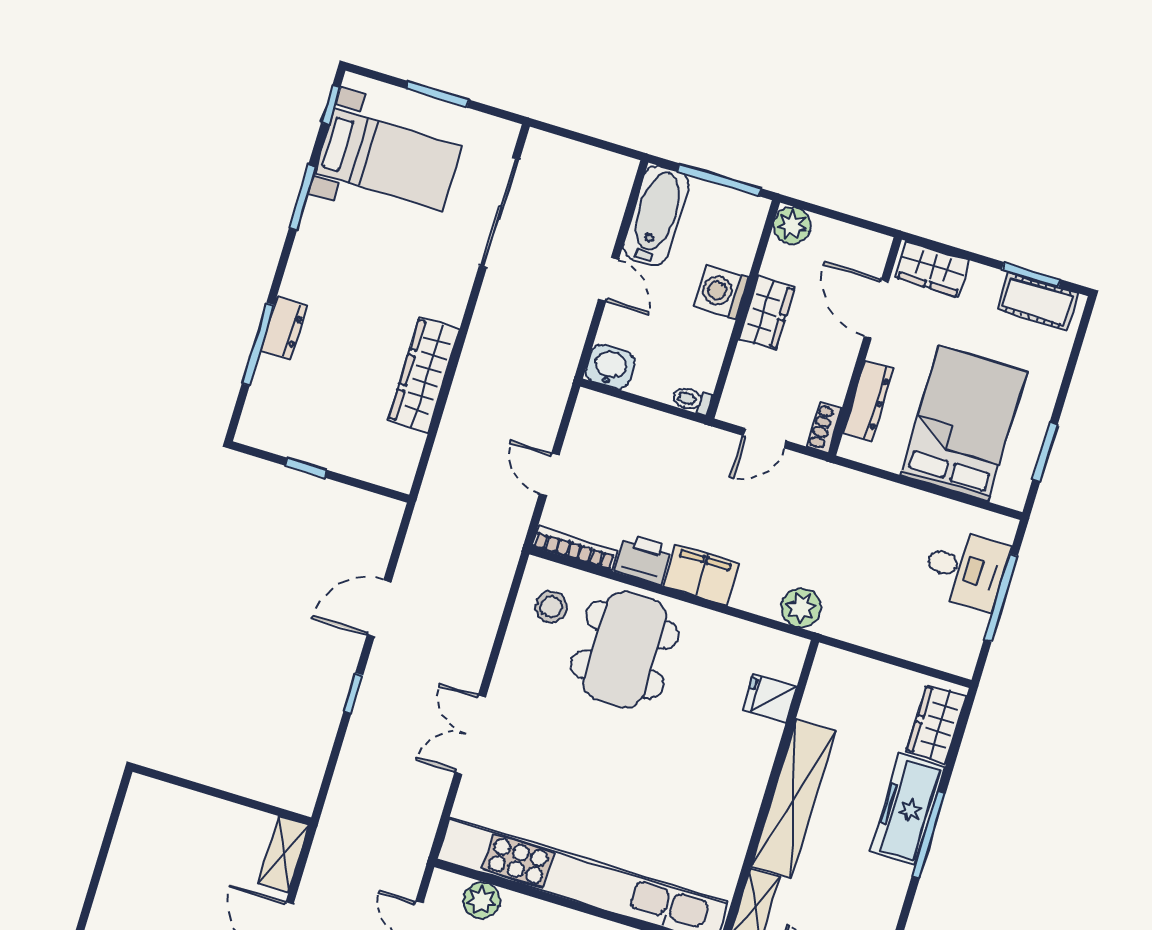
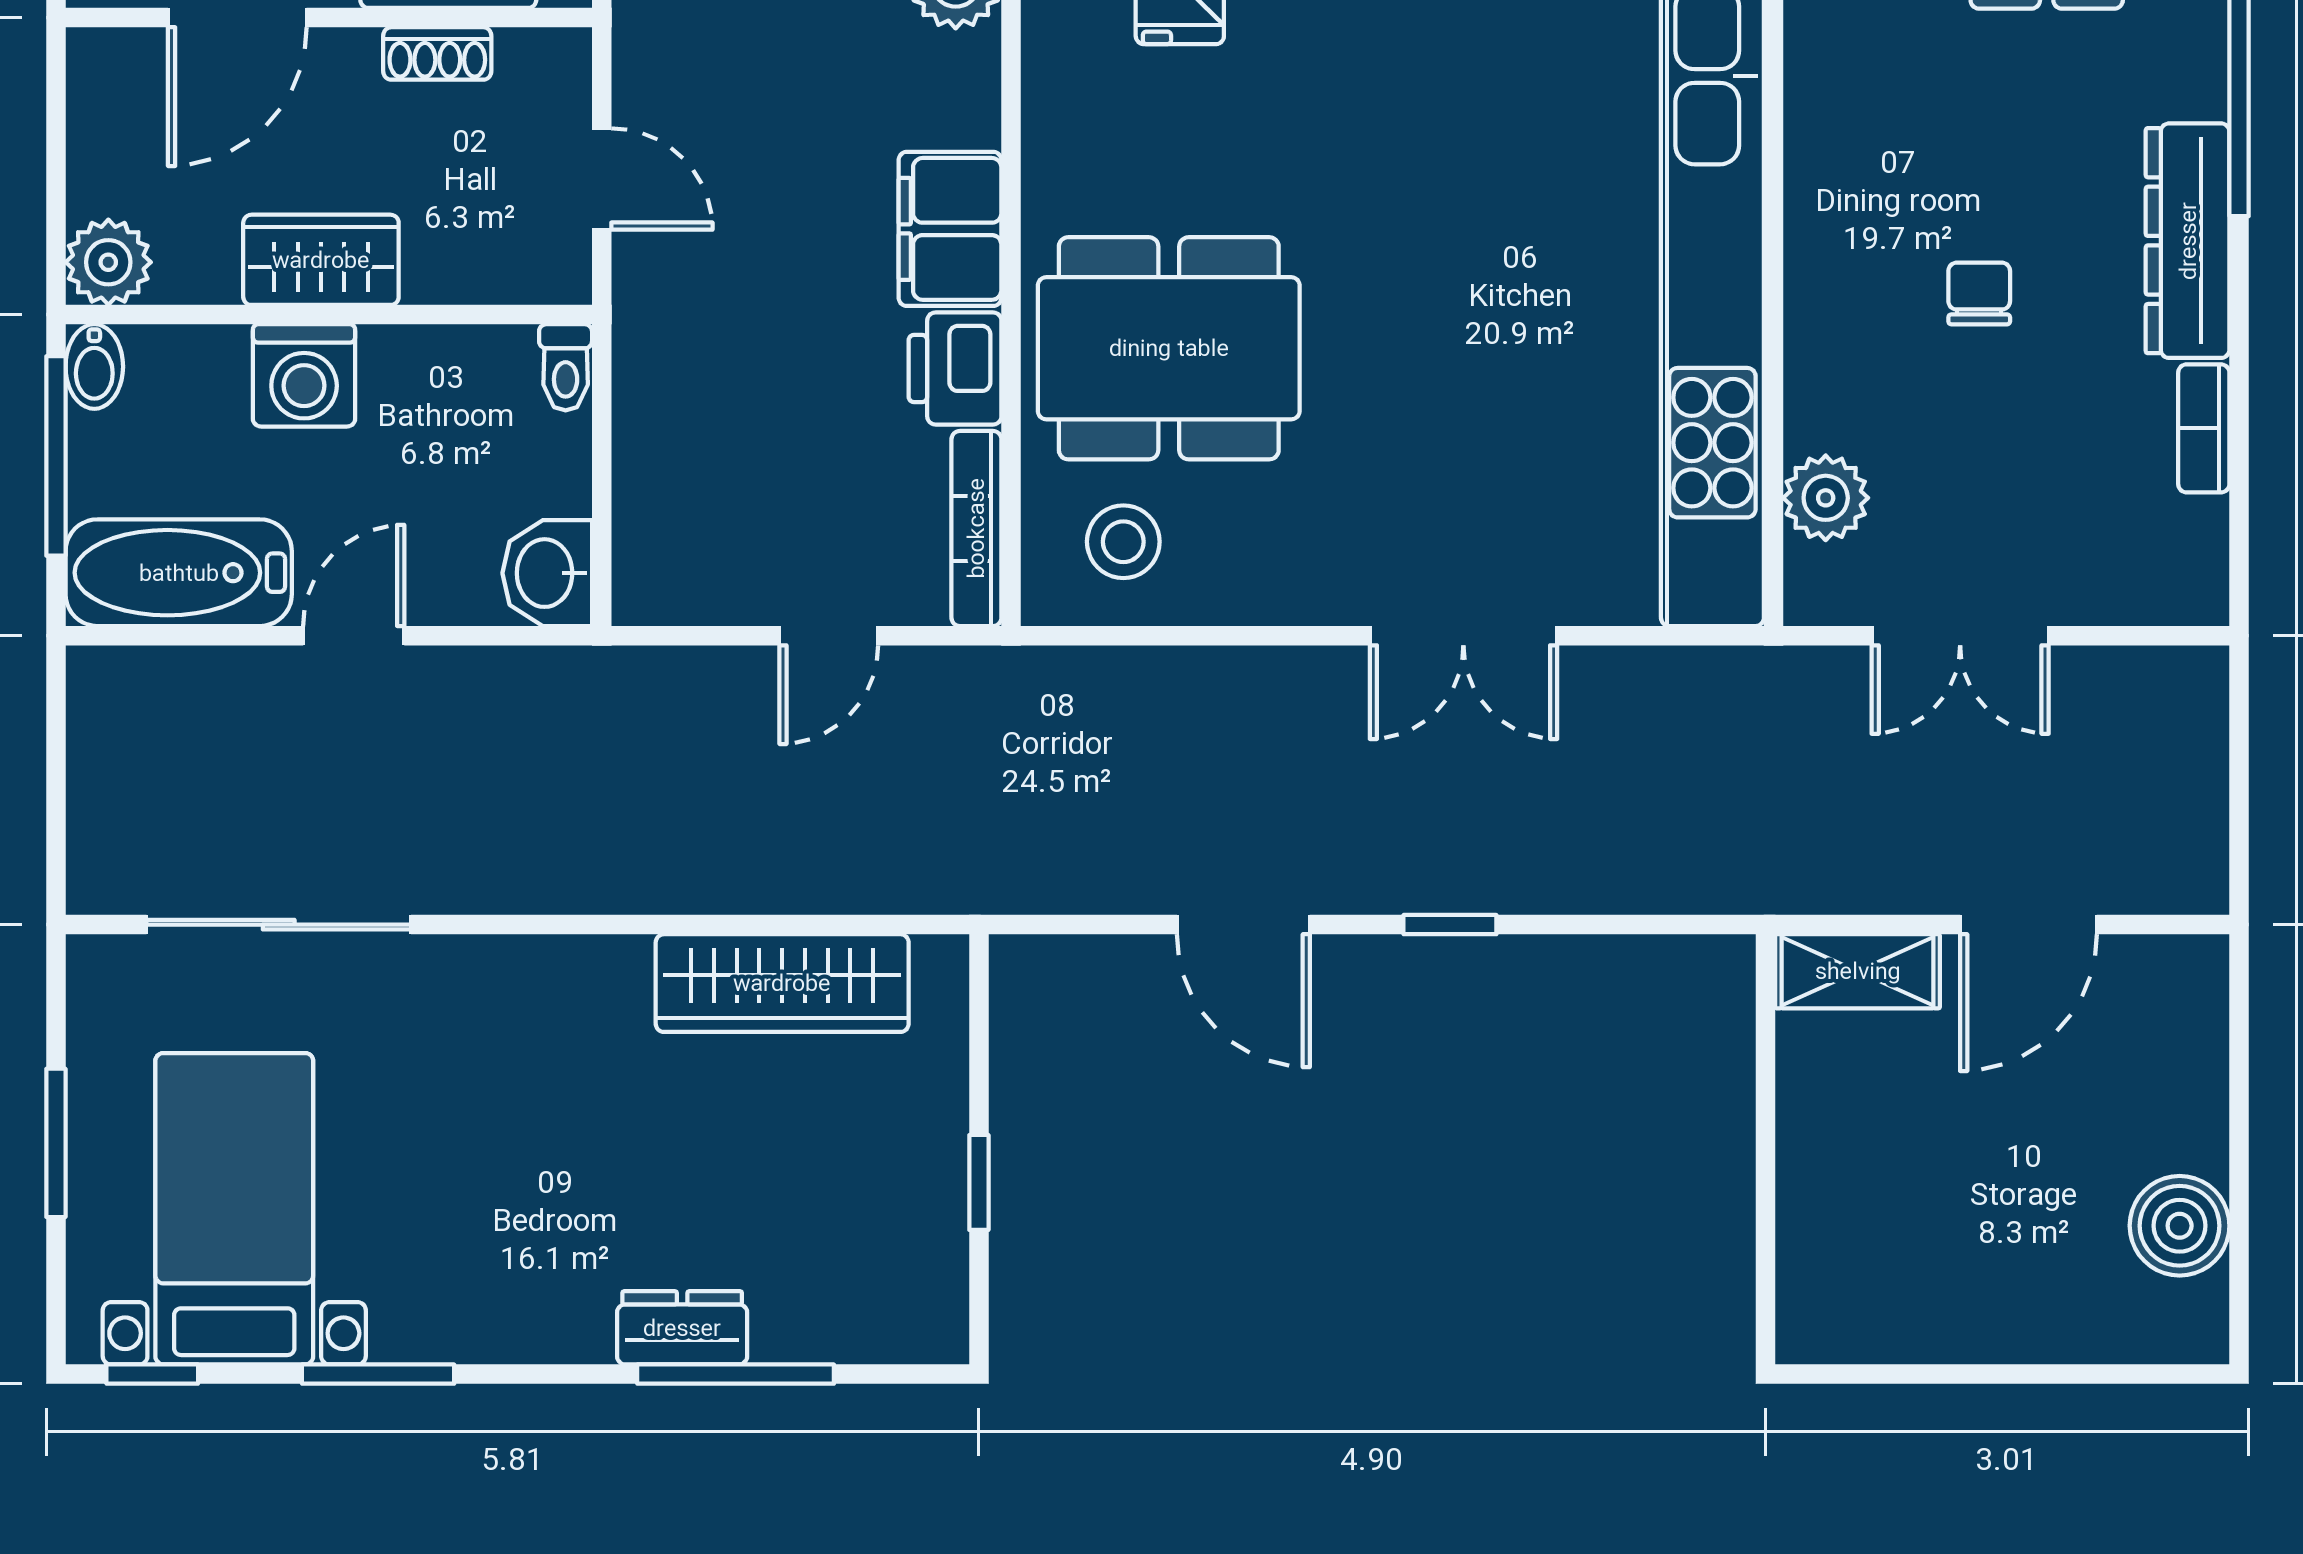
bidet: (751, 207) -> (94, 367), added
wardrobe: (424, 375) -> (782, 983), moved
shoe rack: (824, 428) -> (437, 53), moved

